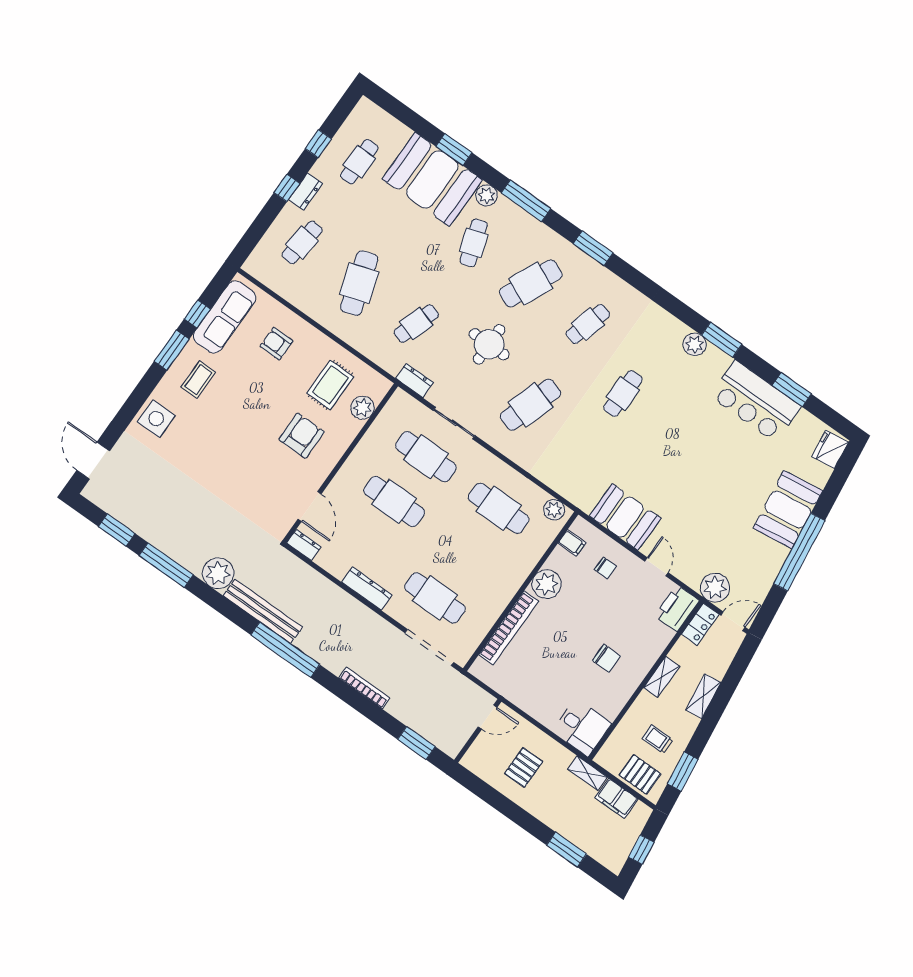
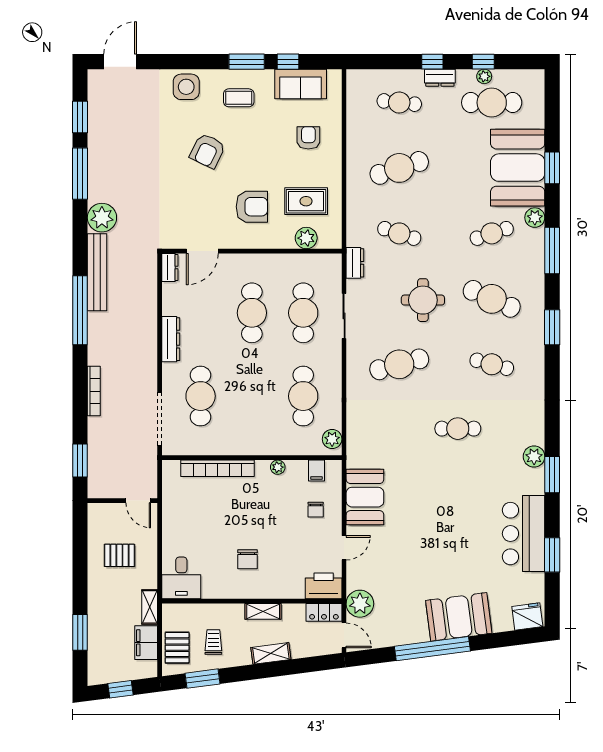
plant: (332, 152) -> (484, 76), added
cafe table: (359, 162) -> (492, 103), width x1.37, depth x1.35
sofa: (225, 317) -> (301, 84), width x0.73
cafe table: (530, 405) -> (399, 364), turned -33
armchair: (225, 440) -> (208, 151), added
plant: (547, 584) -> (278, 467), width x0.53, depth x0.53

